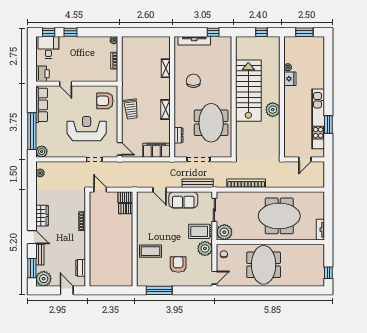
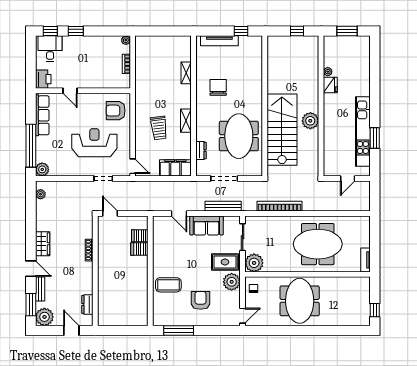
stairs: (248, 91) -> (282, 130), moved
trolley: (131, 109) -> (159, 128), moved
server rack: (125, 197) -> (139, 249), moved

